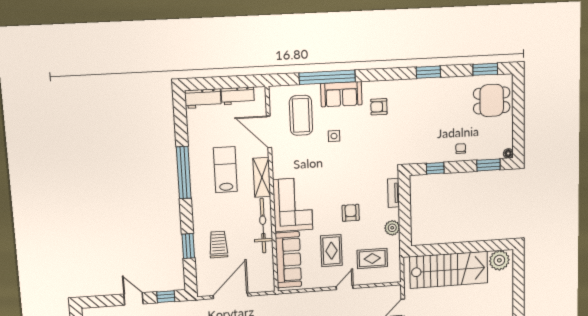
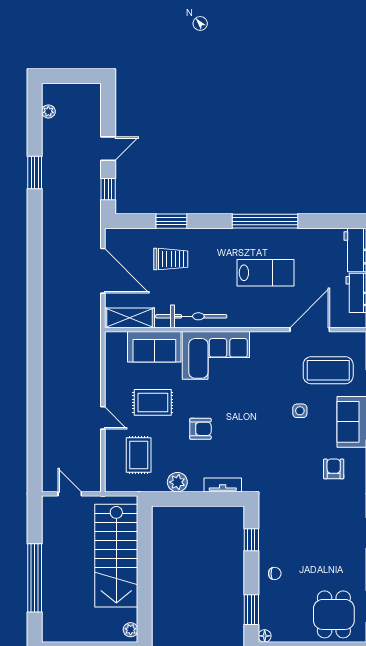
shelving: (262, 177) -> (130, 318), moved
sofa: (288, 260) -> (154, 347), width x0.73
plant: (499, 260) -> (131, 630), width x0.53, depth x0.53

